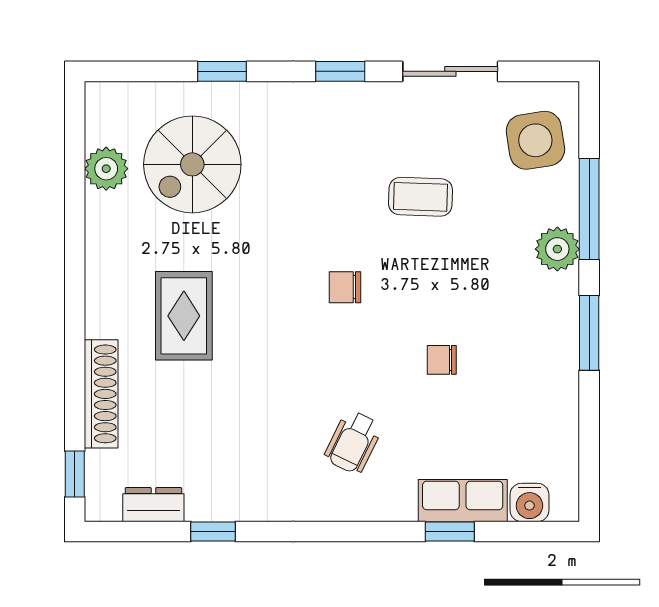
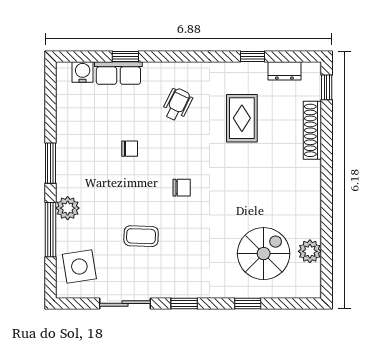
rug: (184, 316) -> (242, 118), moved

